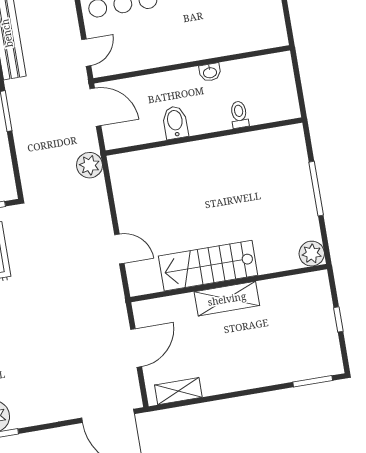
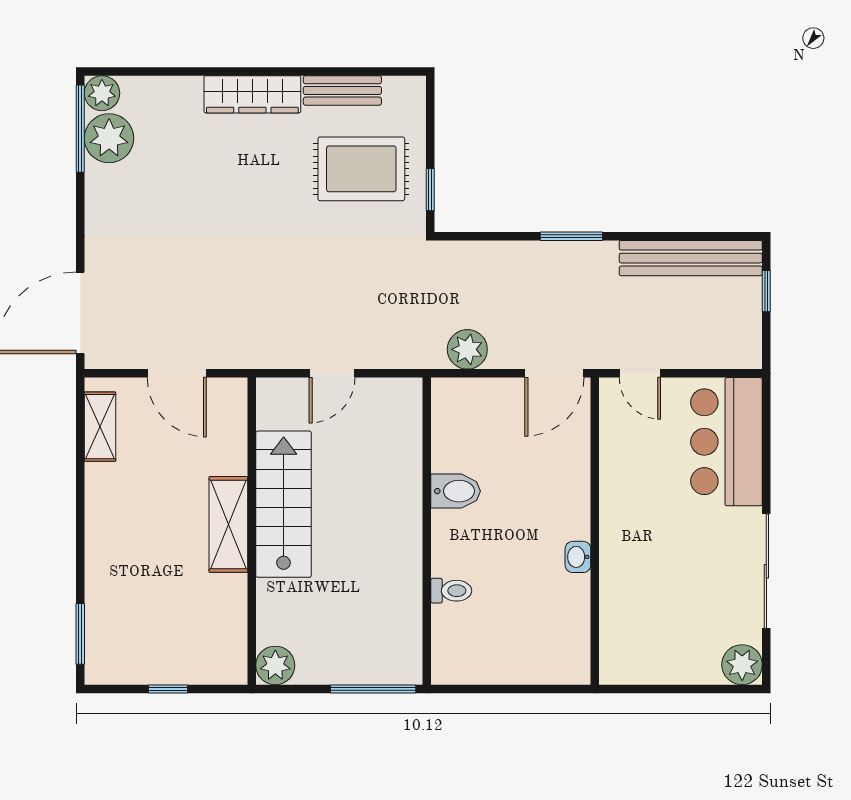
toilet: (239, 114) -> (451, 591), moved
bidet: (175, 122) -> (456, 491), moved
wall: (204, 136) -> (427, 531), moved

